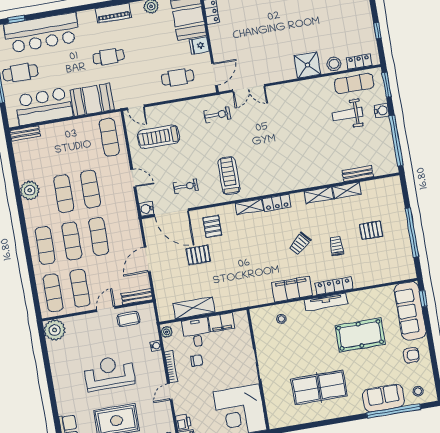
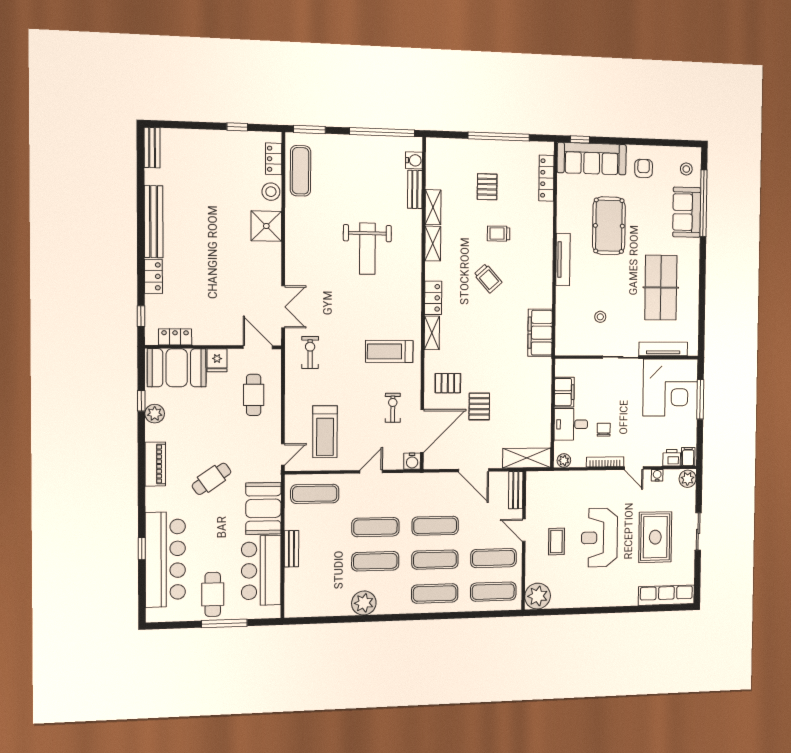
window: (17, 19) -> (142, 549), moved
cafe table: (109, 57) -> (211, 479), turned 55
water cooler: (382, 111) -> (414, 160), moved, turned 90
weight bench: (347, 114) -> (367, 249), moved, width x1.36, depth x1.33
bench: (25, 133) -> (291, 549), moved
locker: (334, 286) -> (546, 178), moved
filing cabinet: (292, 289) -> (540, 333), moved
shelving: (194, 308) -> (527, 458), moved, turned 90
coffee table: (128, 319) -> (556, 542), moved
stool: (281, 319) -> (600, 317), moved
water cooler: (156, 346) -> (657, 475), moved
tv unit: (270, 399) -> (663, 349), added

